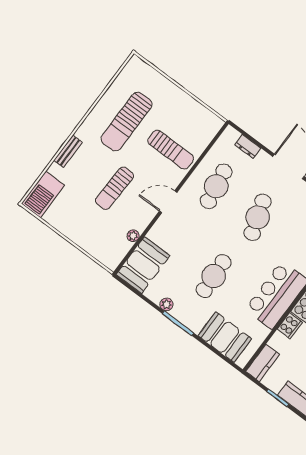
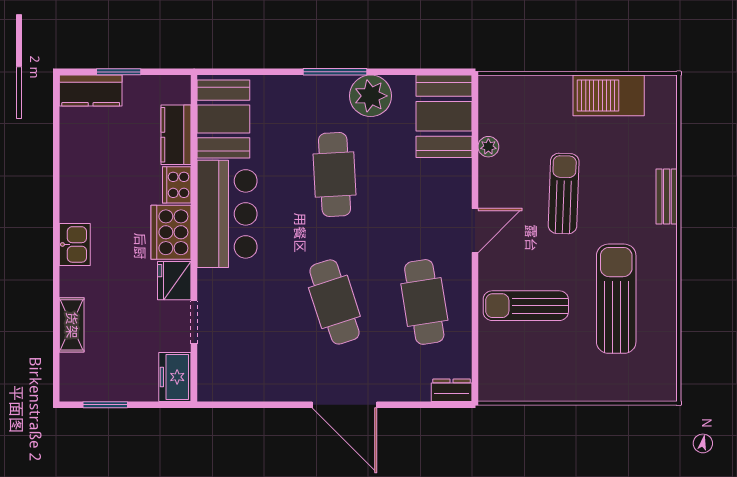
dresser: (248, 146) -> (452, 390), moved
barbecue: (43, 194) -> (609, 95), moved, turned -90
plant: (166, 304) -> (371, 96), width x1.88, depth x1.88
booth: (225, 337) -> (223, 119), moved, turned 90
kitchen counter: (263, 363) -> (176, 135), moved

